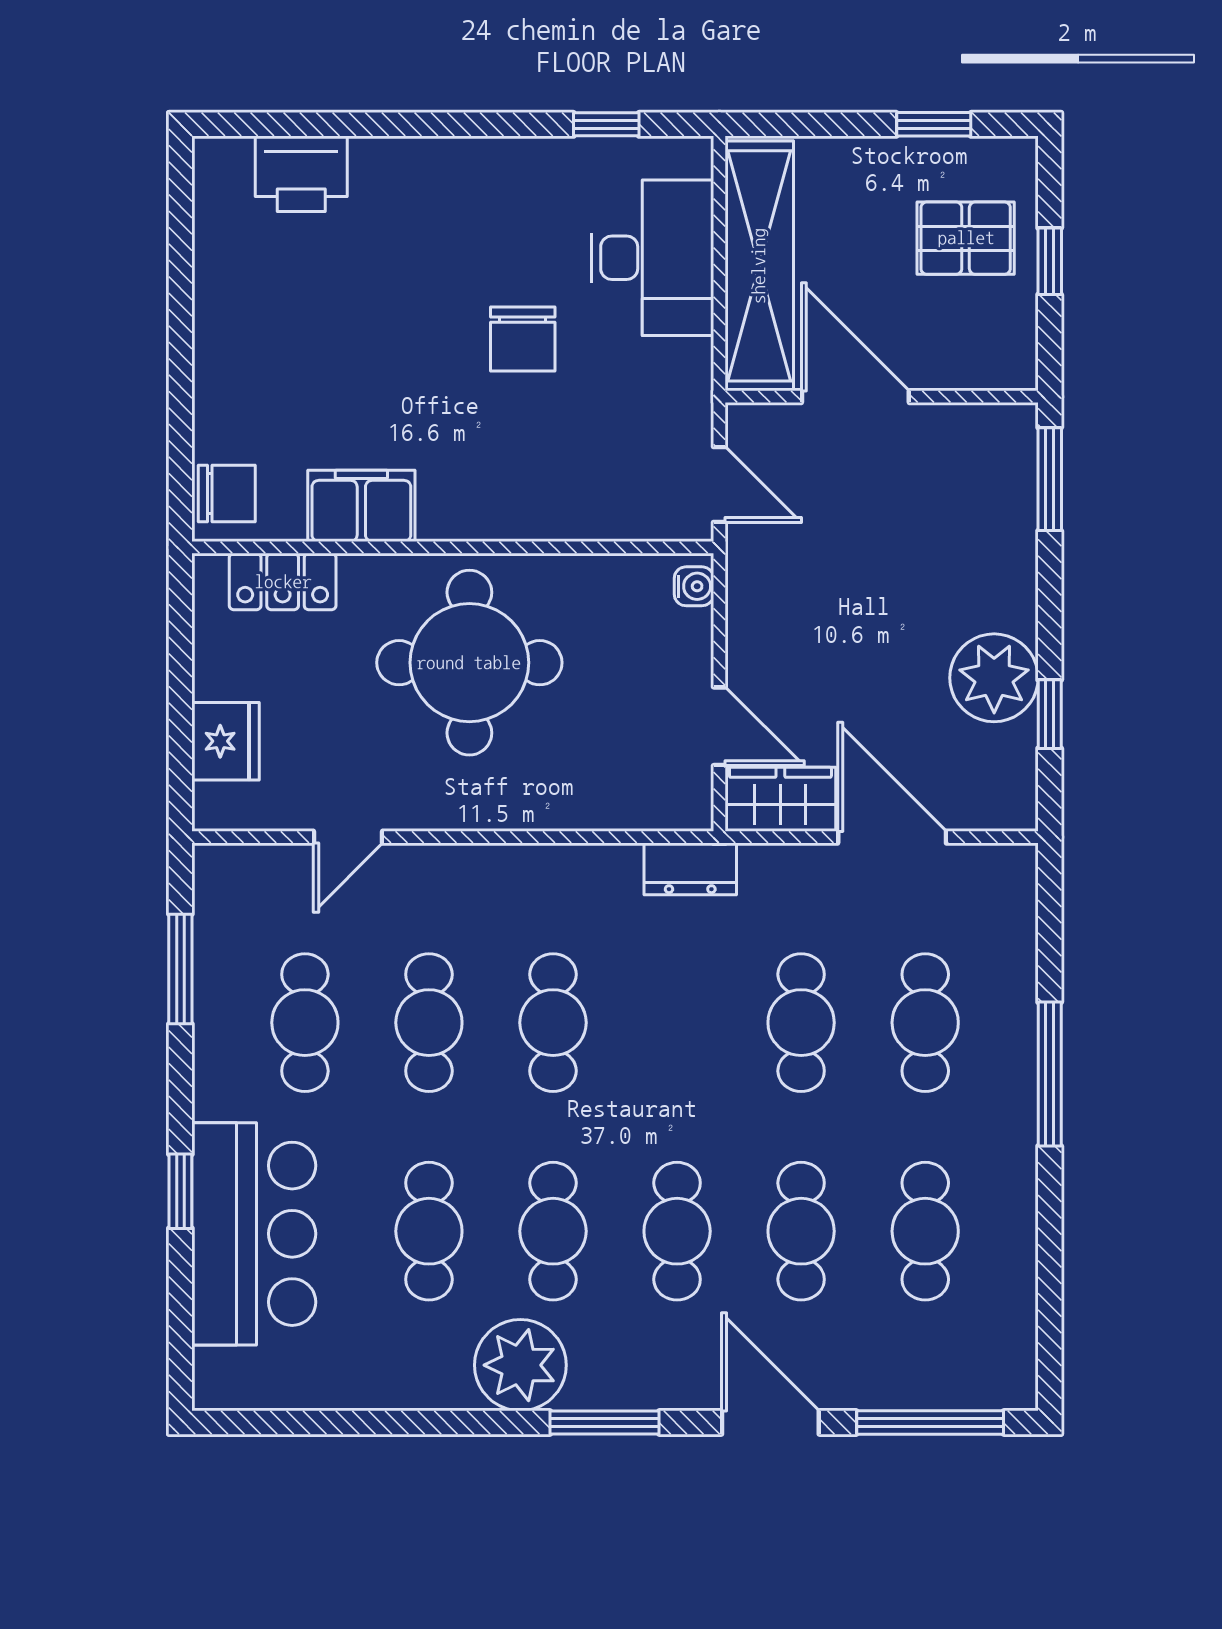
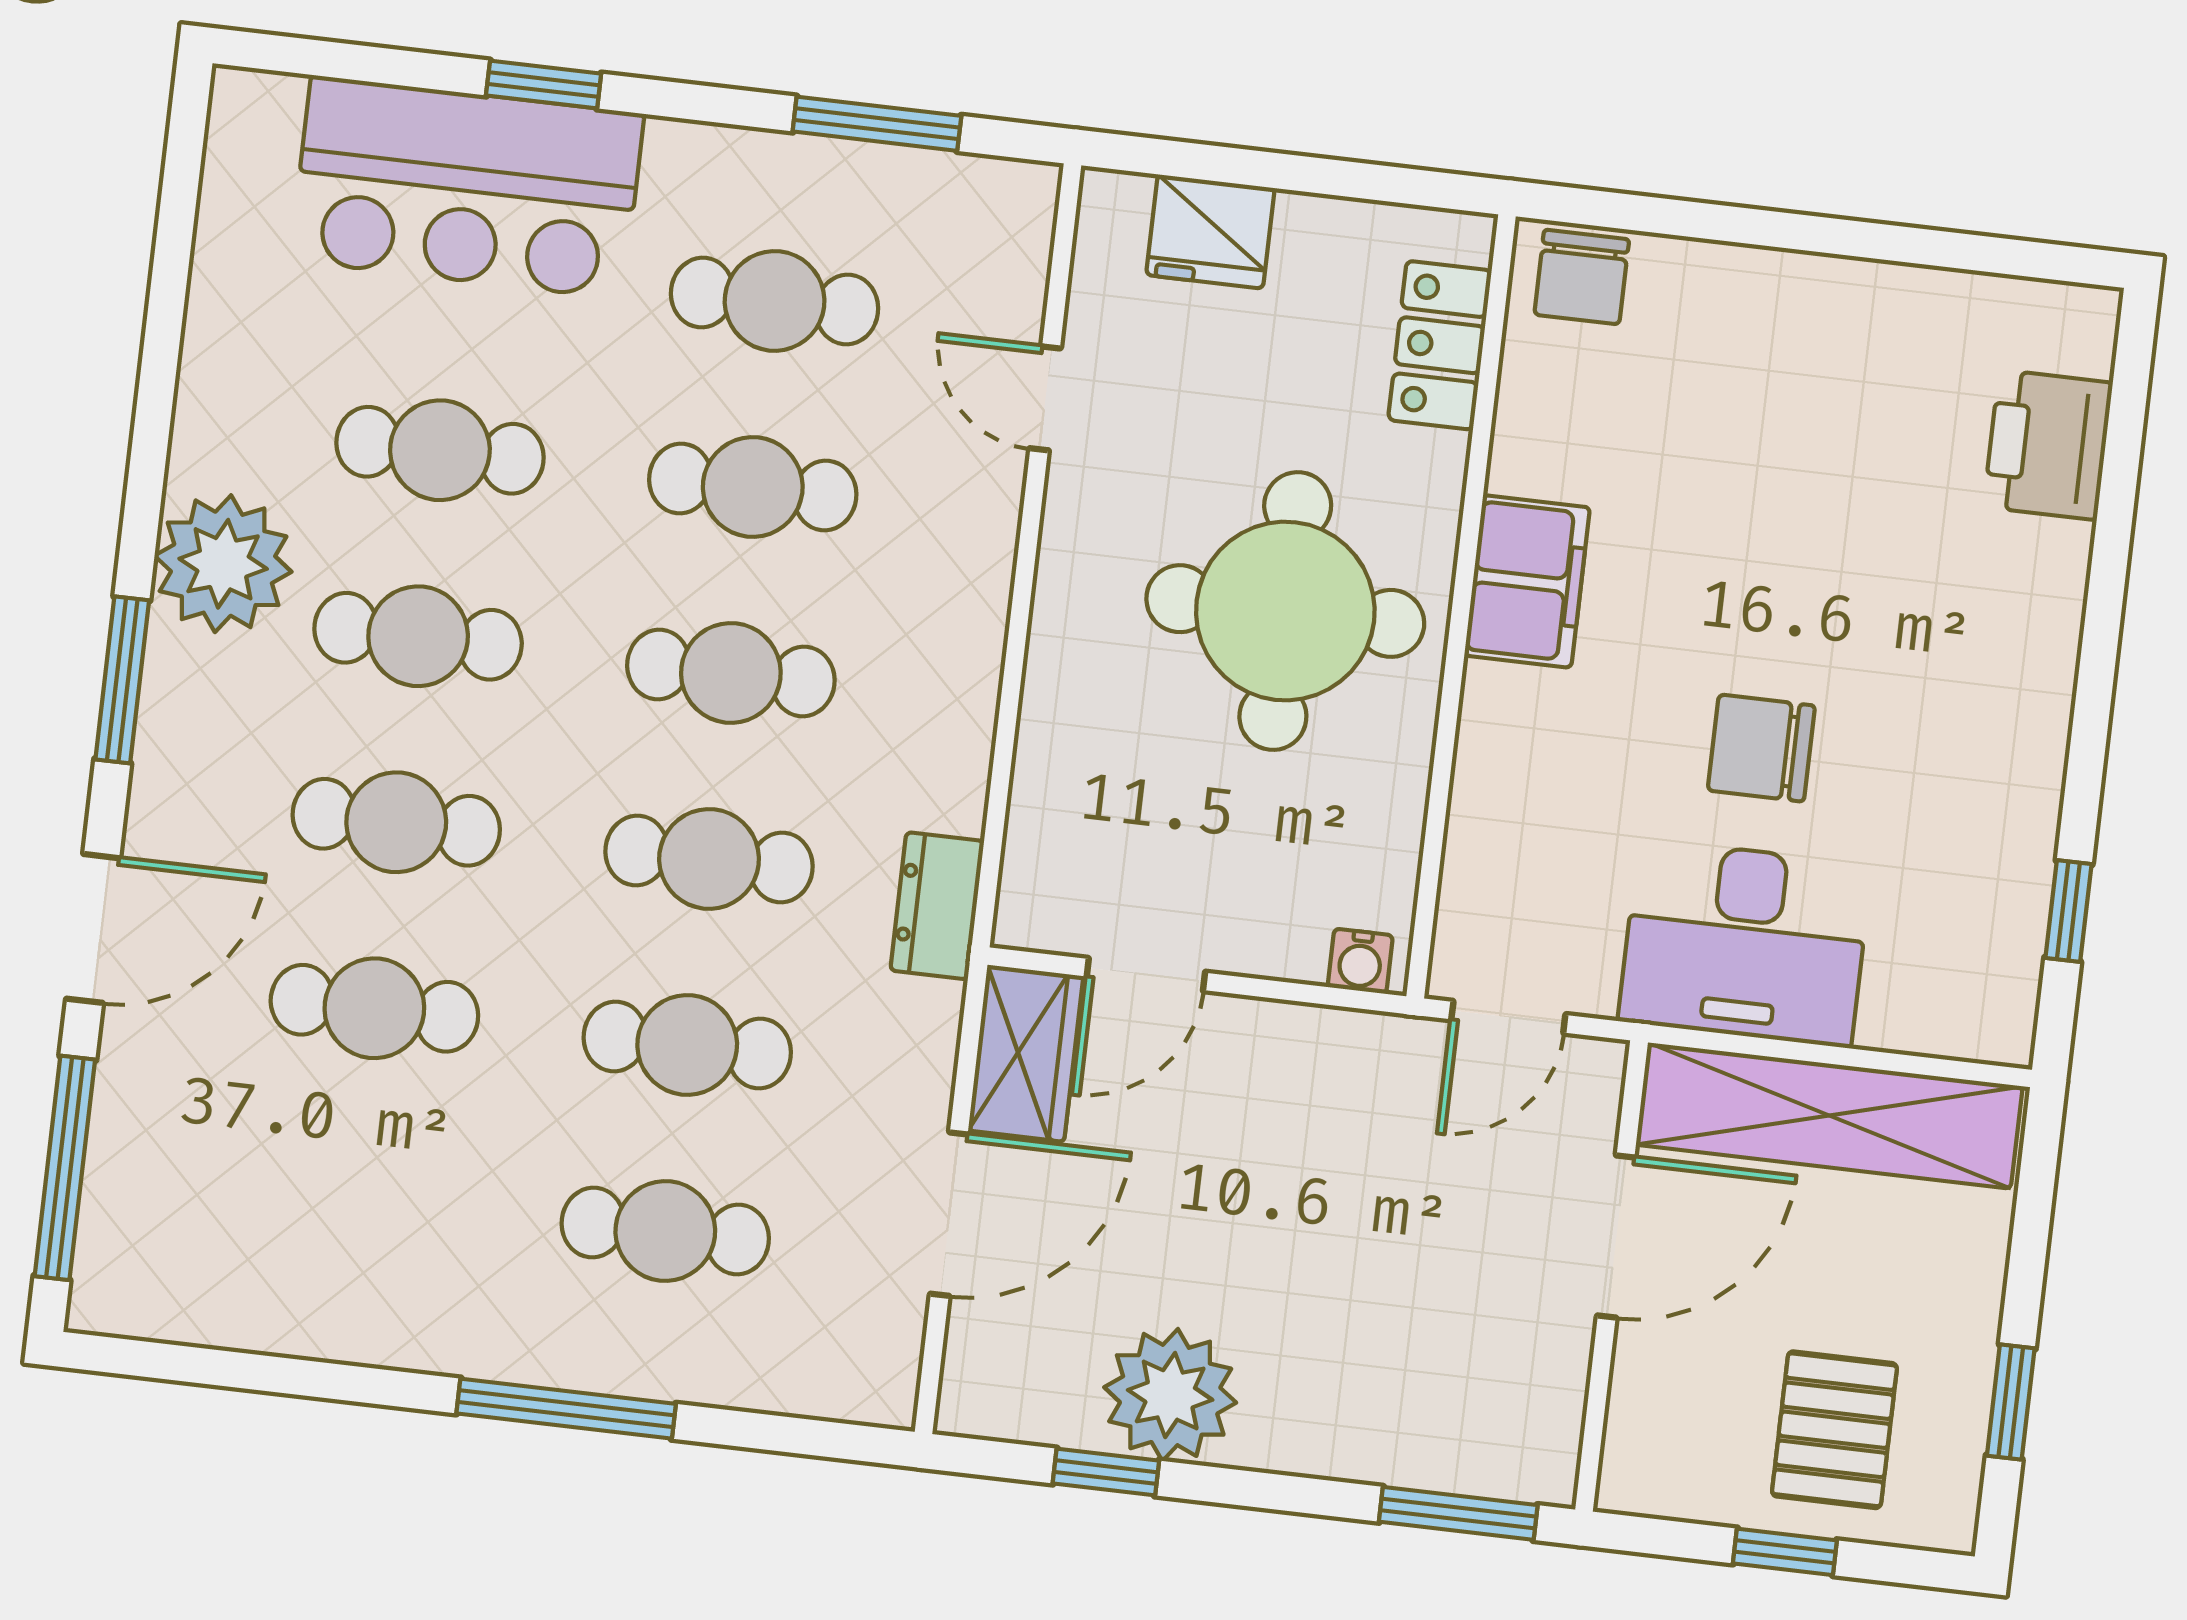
desk: (652, 258) -> (1745, 943), moved
filing cabinet: (361, 506) -> (1527, 581), moved
cafe table: (925, 1231) -> (709, 859), moved

